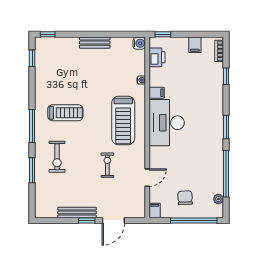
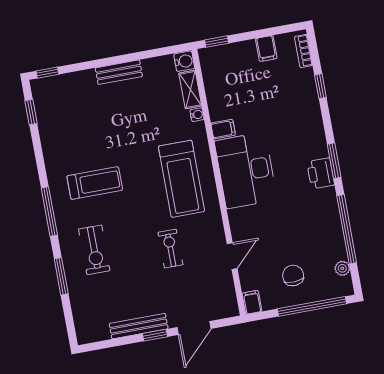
printer: (157, 57) -> (321, 173), moved, turned 180
shelving: (140, 63) -> (190, 89), added

